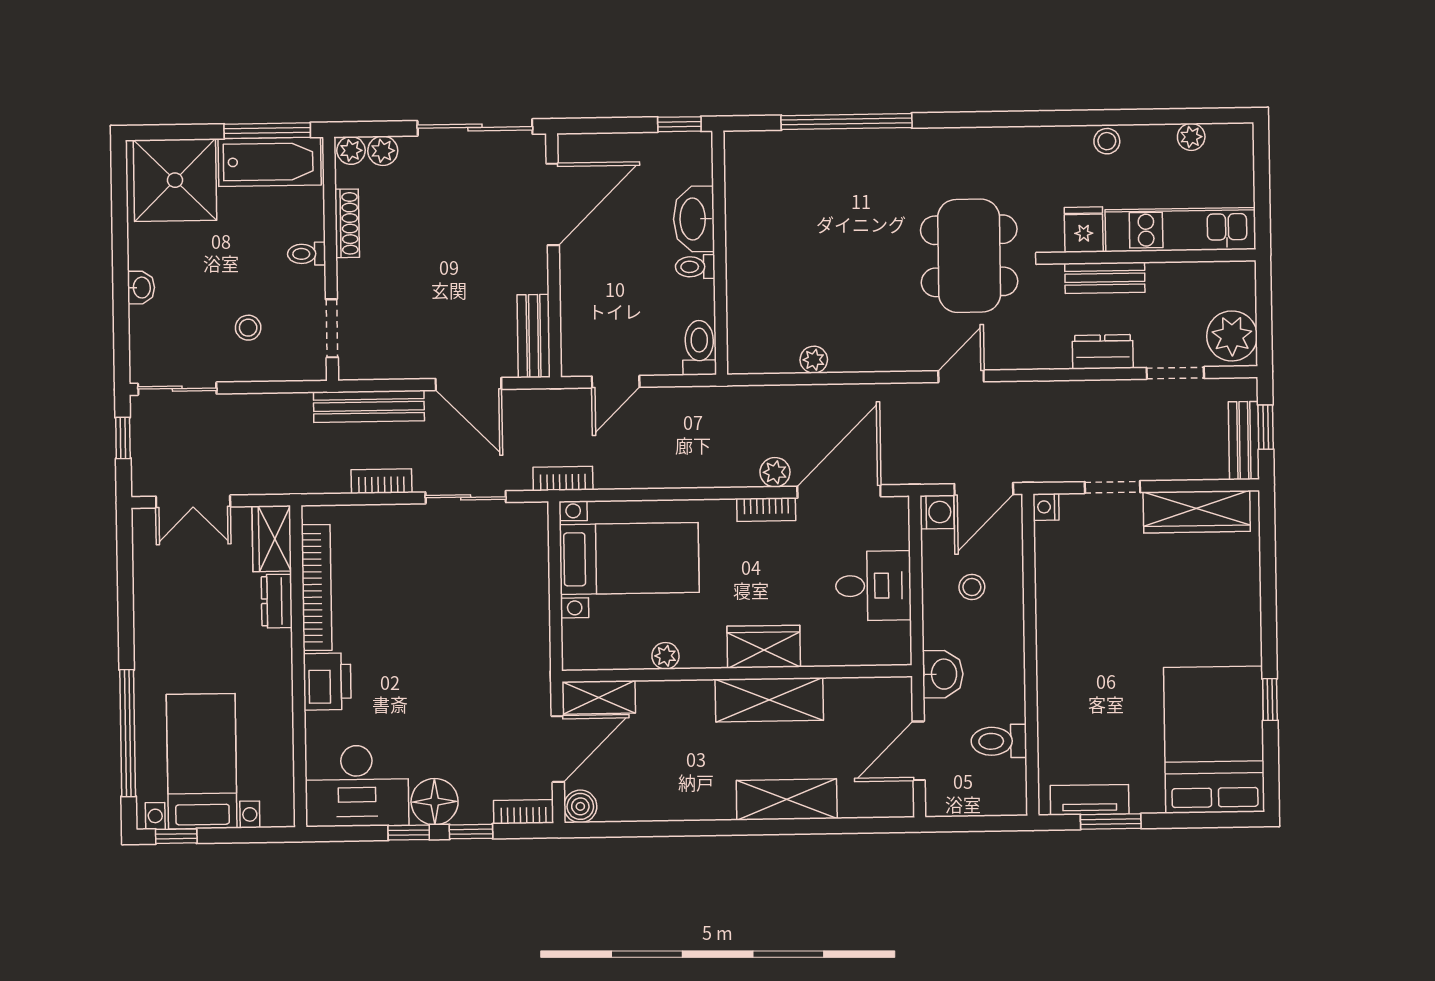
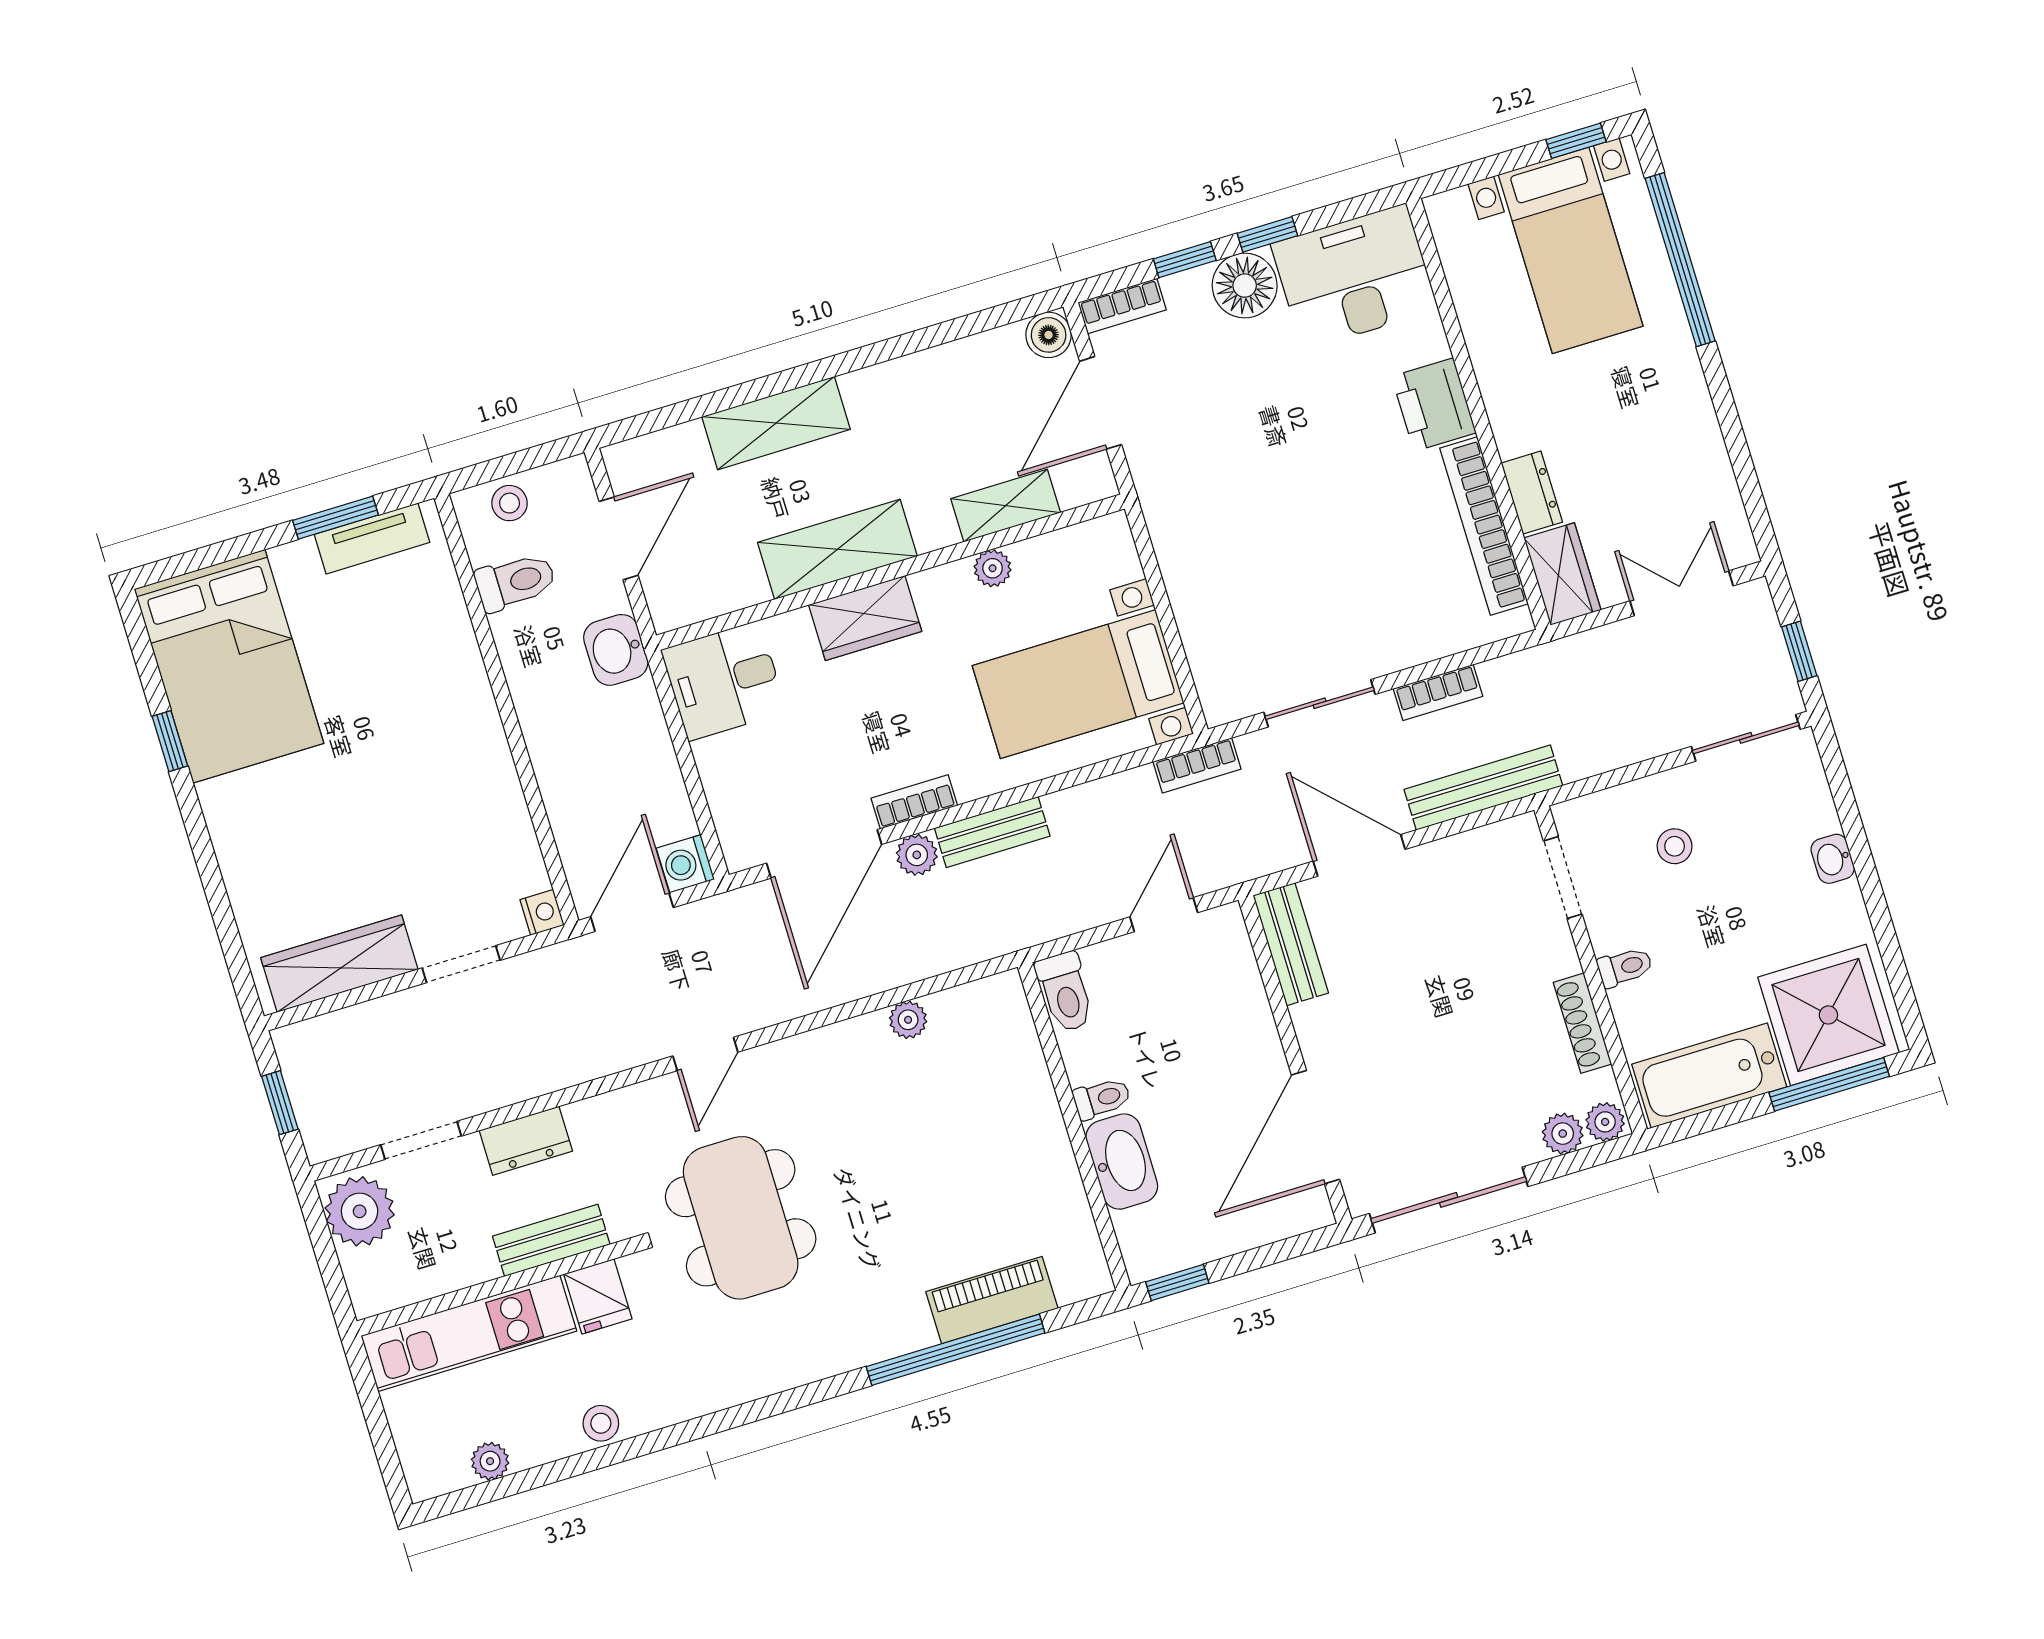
window: (267, 131) -> (1829, 1084), moved
piano: (811, 149) -> (992, 1300), added
bench: (1244, 441) -> (992, 832), moved, turned 90
desk: (873, 586) -> (724, 681), moved
stool: (972, 587) -> (510, 503), moved
shelving: (599, 697) -> (1006, 506), moved

